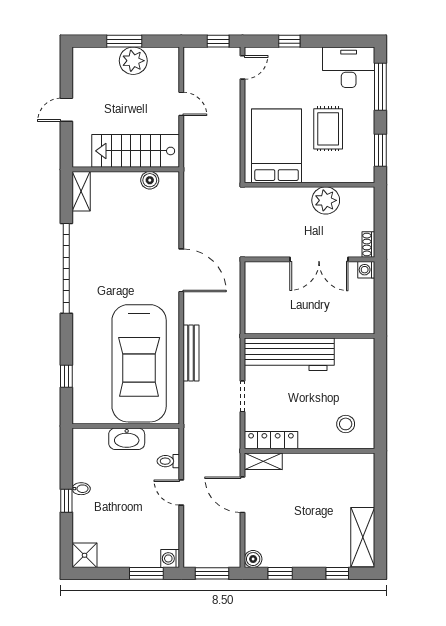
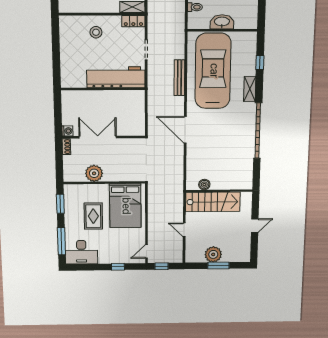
shelving: (81, 191) -> (250, 89), moved
stool: (346, 424) -> (96, 32), moved
locker: (271, 440) -> (133, 21), width x0.66

